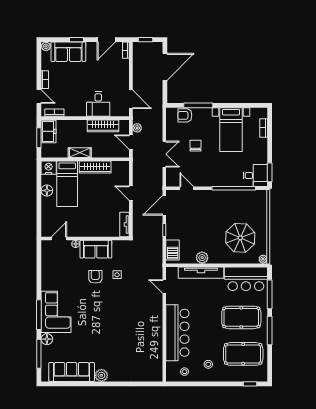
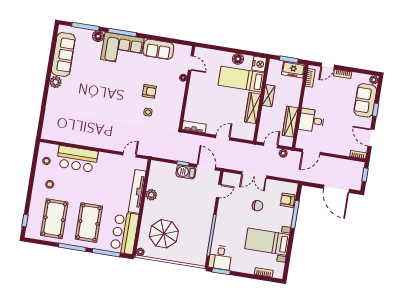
armchair: (185, 115) -> (288, 200), turned -90
sofa: (96, 249) -> (158, 49), moved, turned -90
barbecue: (173, 250) -> (186, 172), moved
bar counter: (177, 333) -> (77, 159), width x0.73

